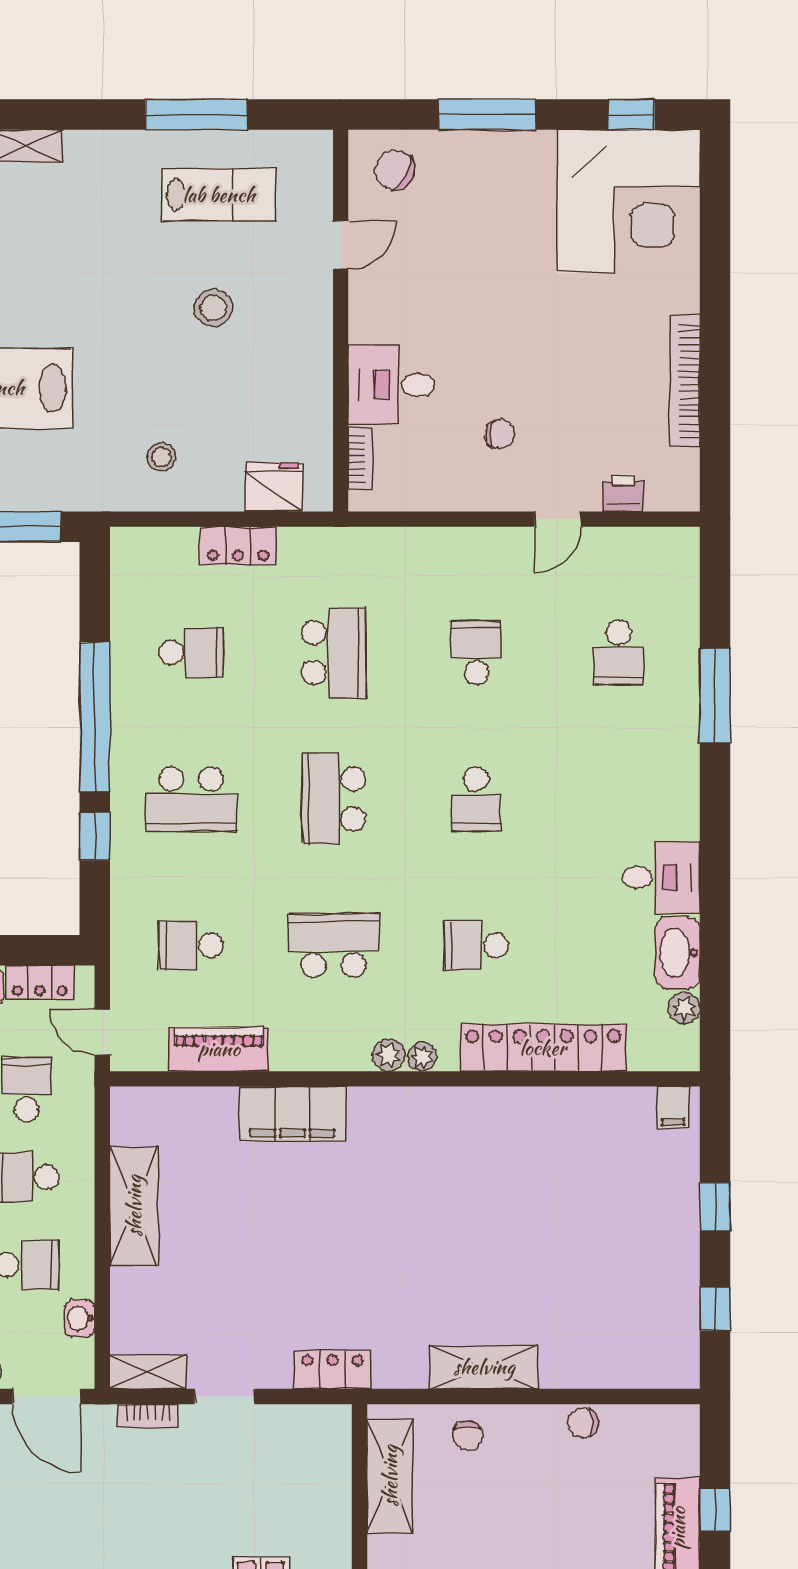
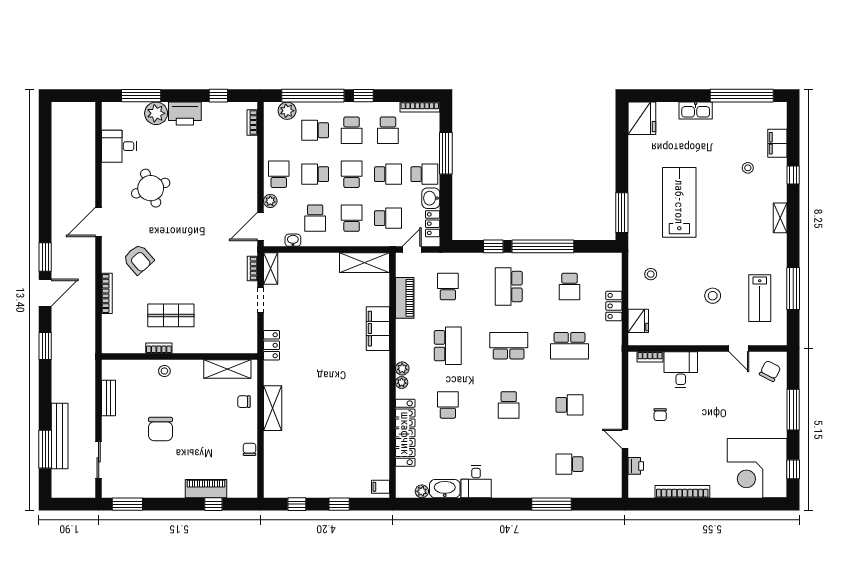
school desk: (476, 799) -> (509, 405), turned -90
shelving: (134, 1206) -> (364, 263), moved

